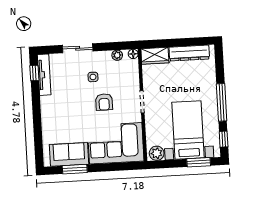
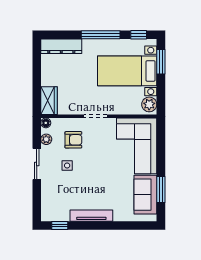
sliding door: (78, 48) -> (37, 164), moved
dresser: (189, 53) -> (61, 46), moved, turned 90
tv unit: (44, 75) -> (91, 216), moved
armchair: (104, 102) -> (73, 140), moved

